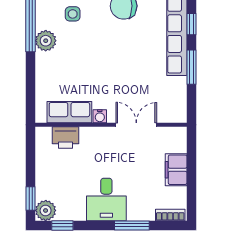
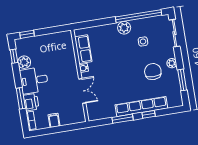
printer: (65, 137) -> (31, 102), moved, turned 180
filing cabinet: (176, 170) -> (54, 120), width x0.50
plant: (46, 210) -> (24, 62), moved

